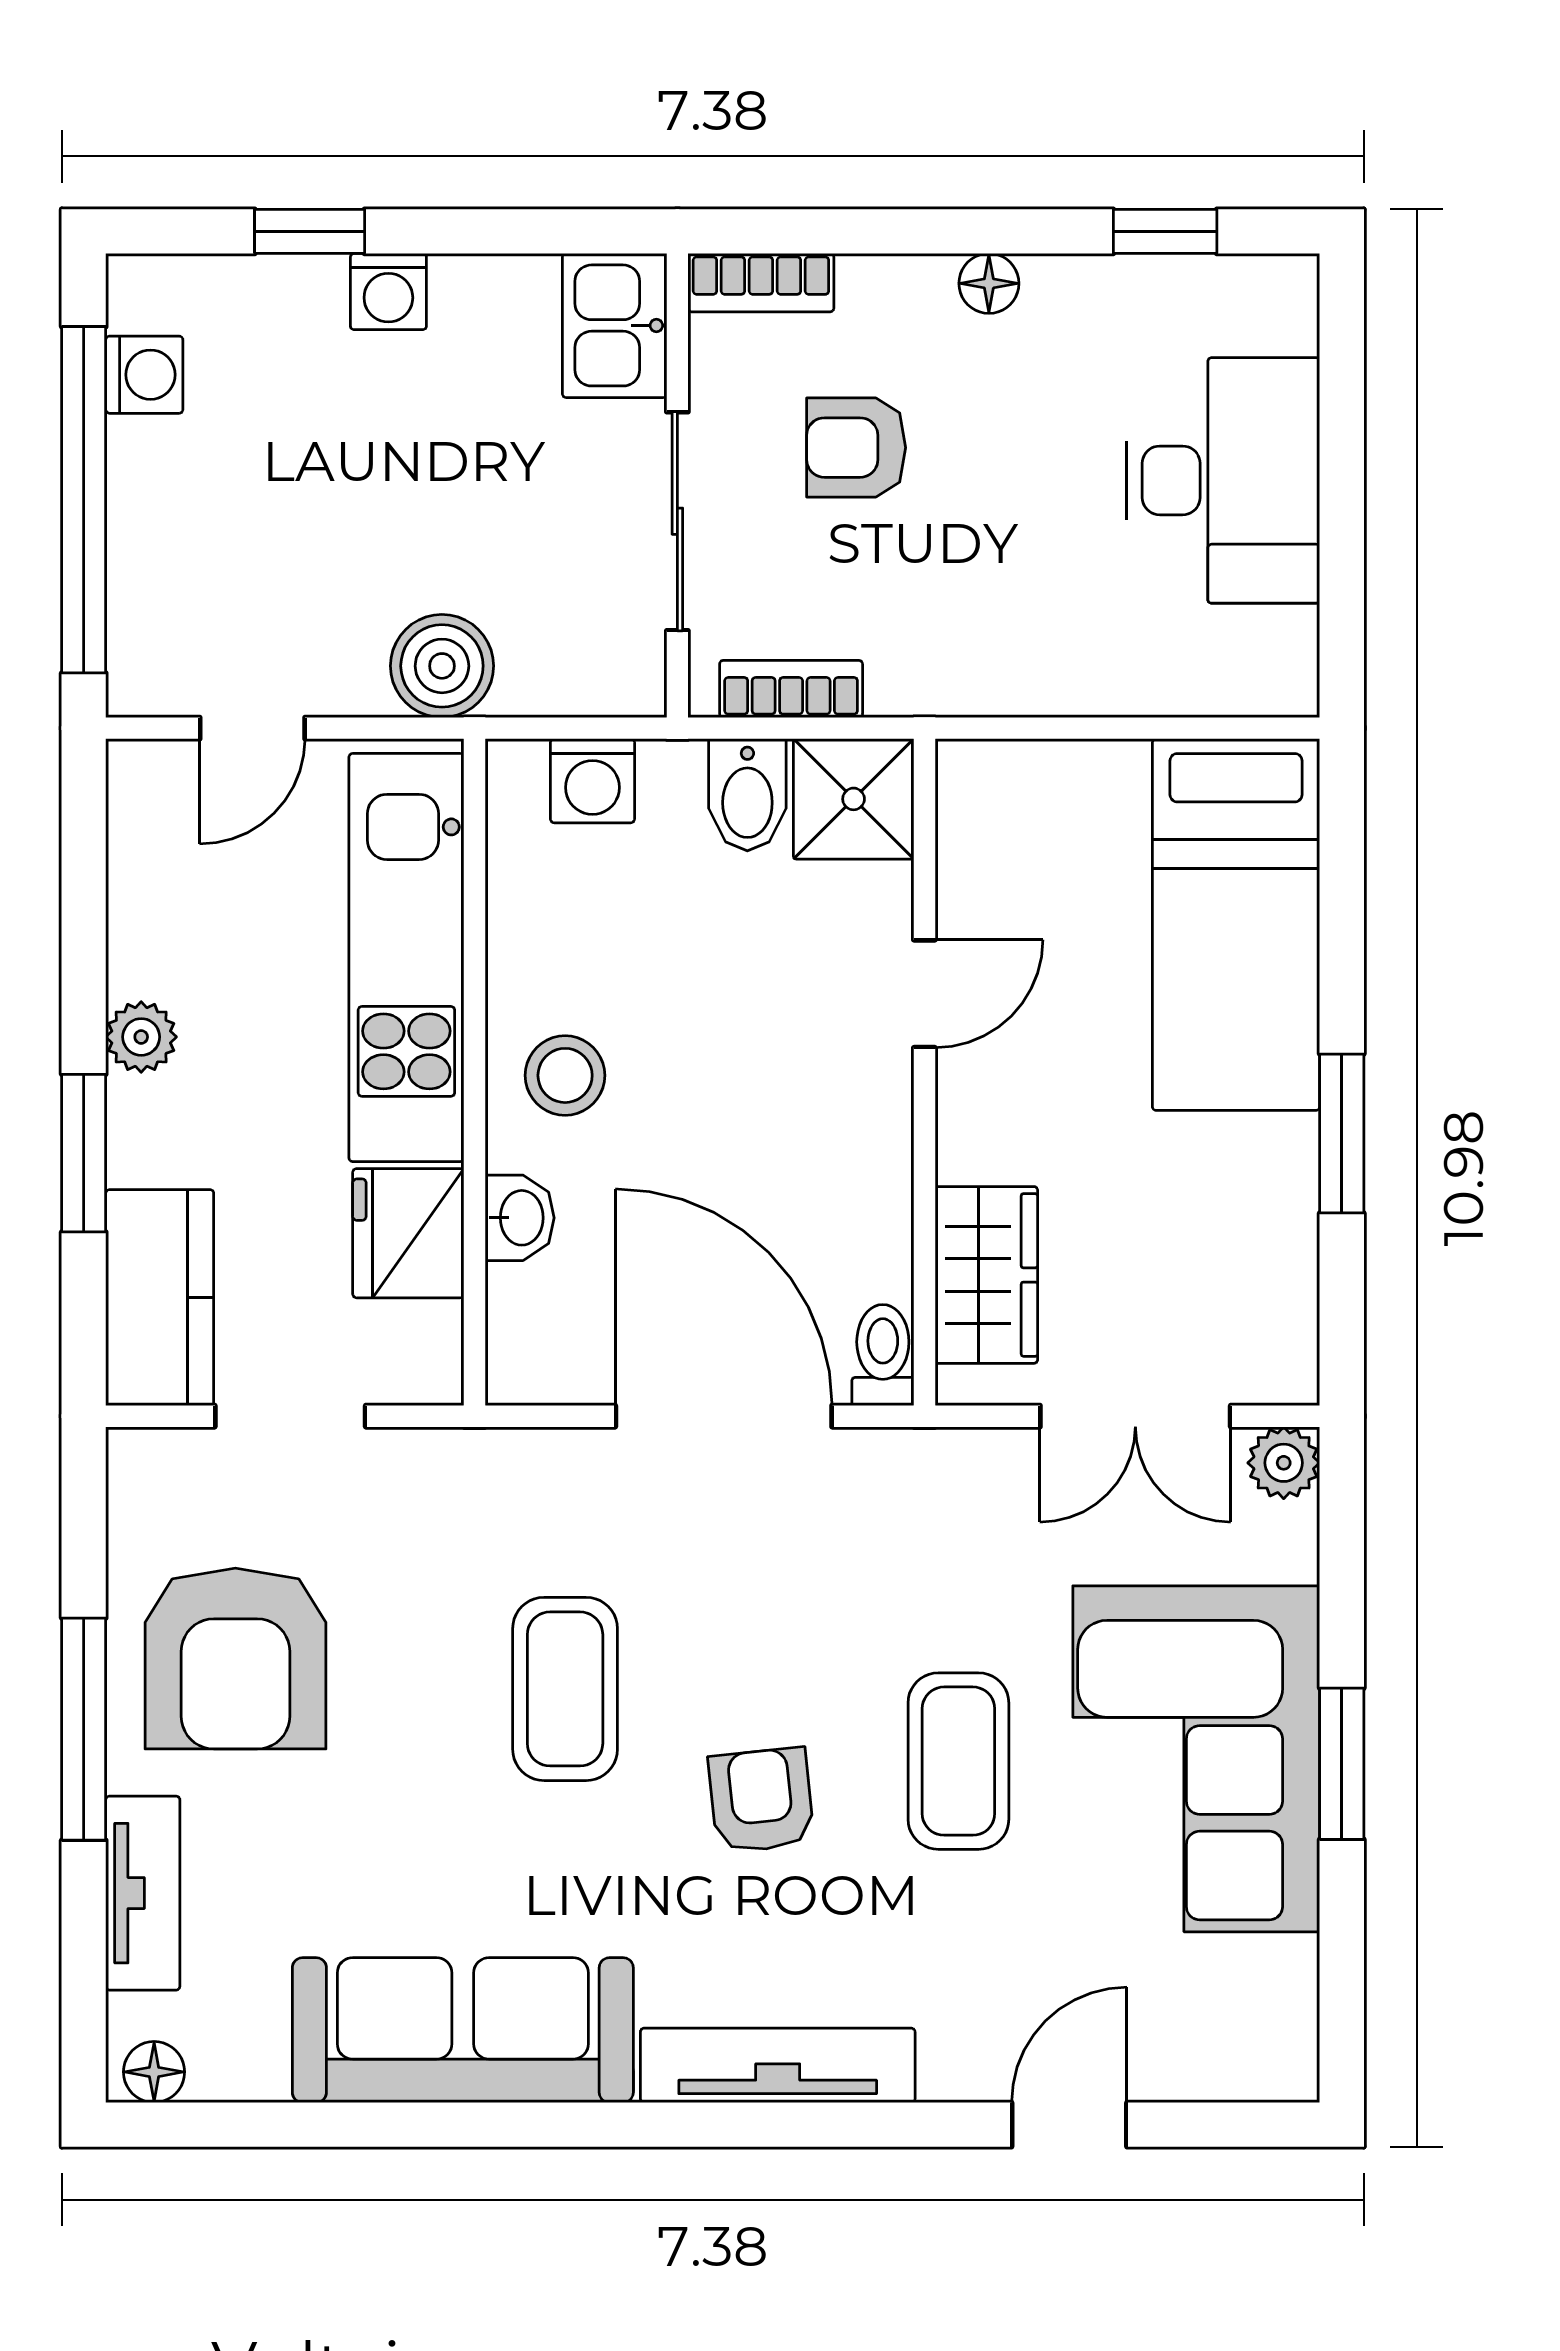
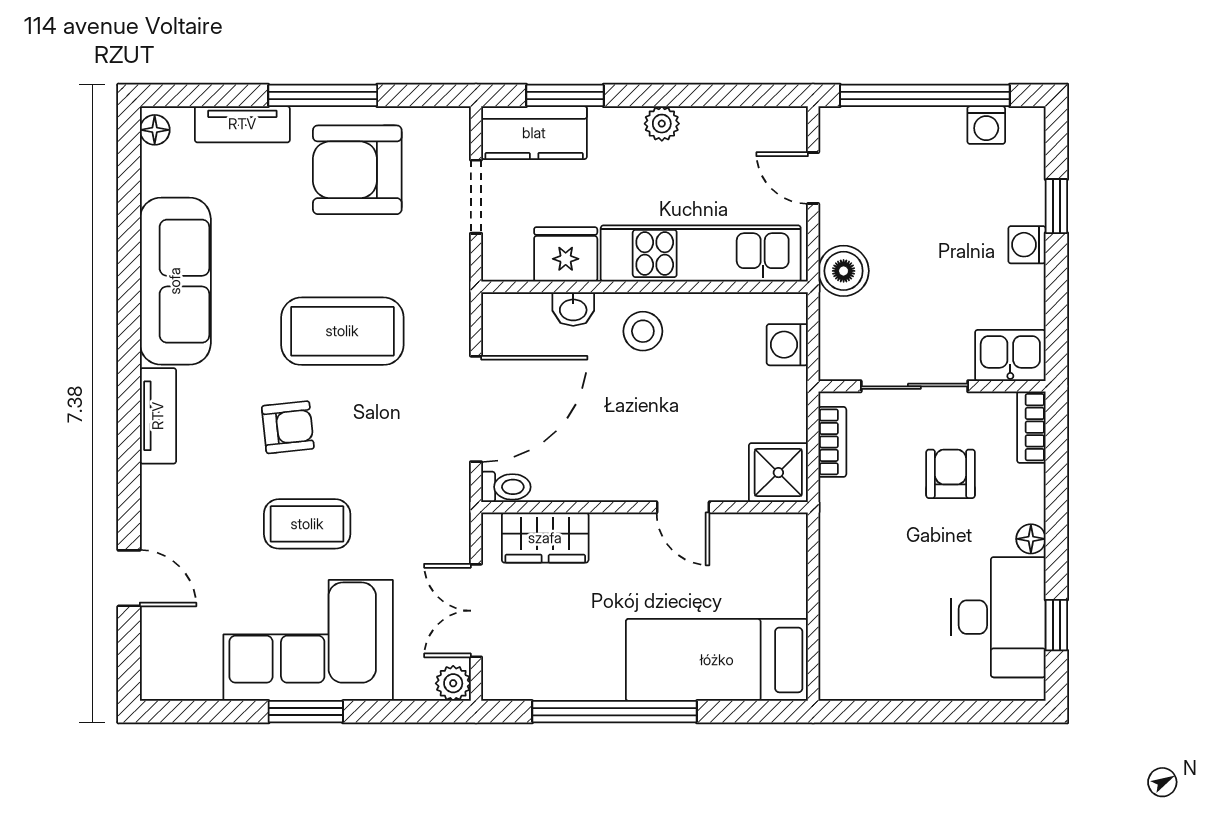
desk: (1223, 480) -> (998, 617), moved, turned -90
bidet: (747, 795) -> (780, 421), removed
window: (1342, 1134) -> (614, 712), width x2.11
window: (84, 1153) -> (565, 95), moved
coffee table: (565, 1689) -> (342, 331), width x1.36, depth x1.32
tv unit: (778, 2065) -> (158, 416), width x0.71

